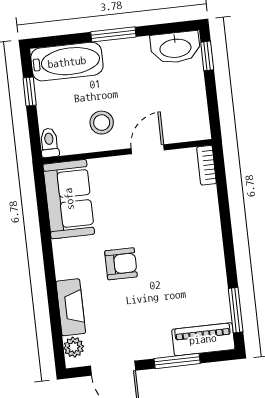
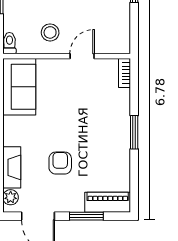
armchair: (121, 264) -> (60, 163), moved, turned -90
window: (236, 310) -> (134, 132), moved

